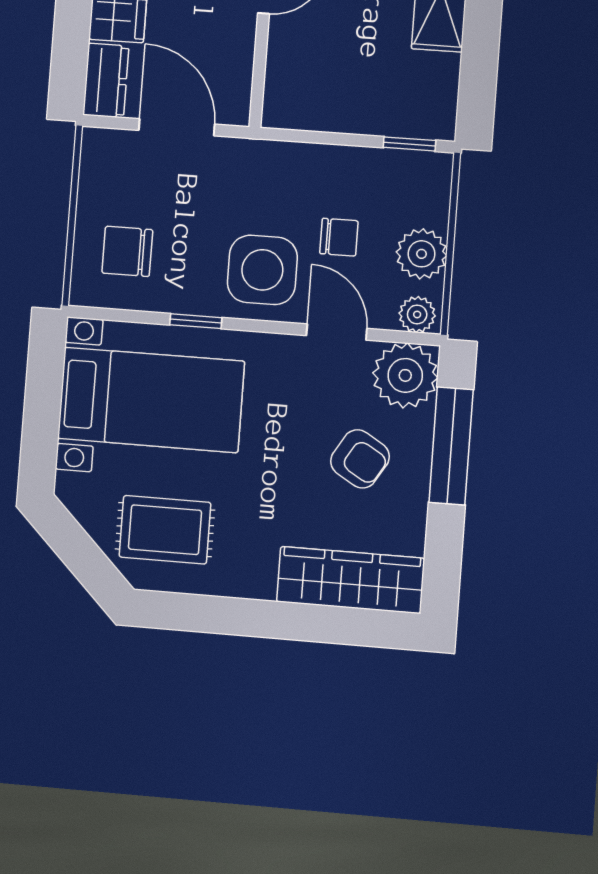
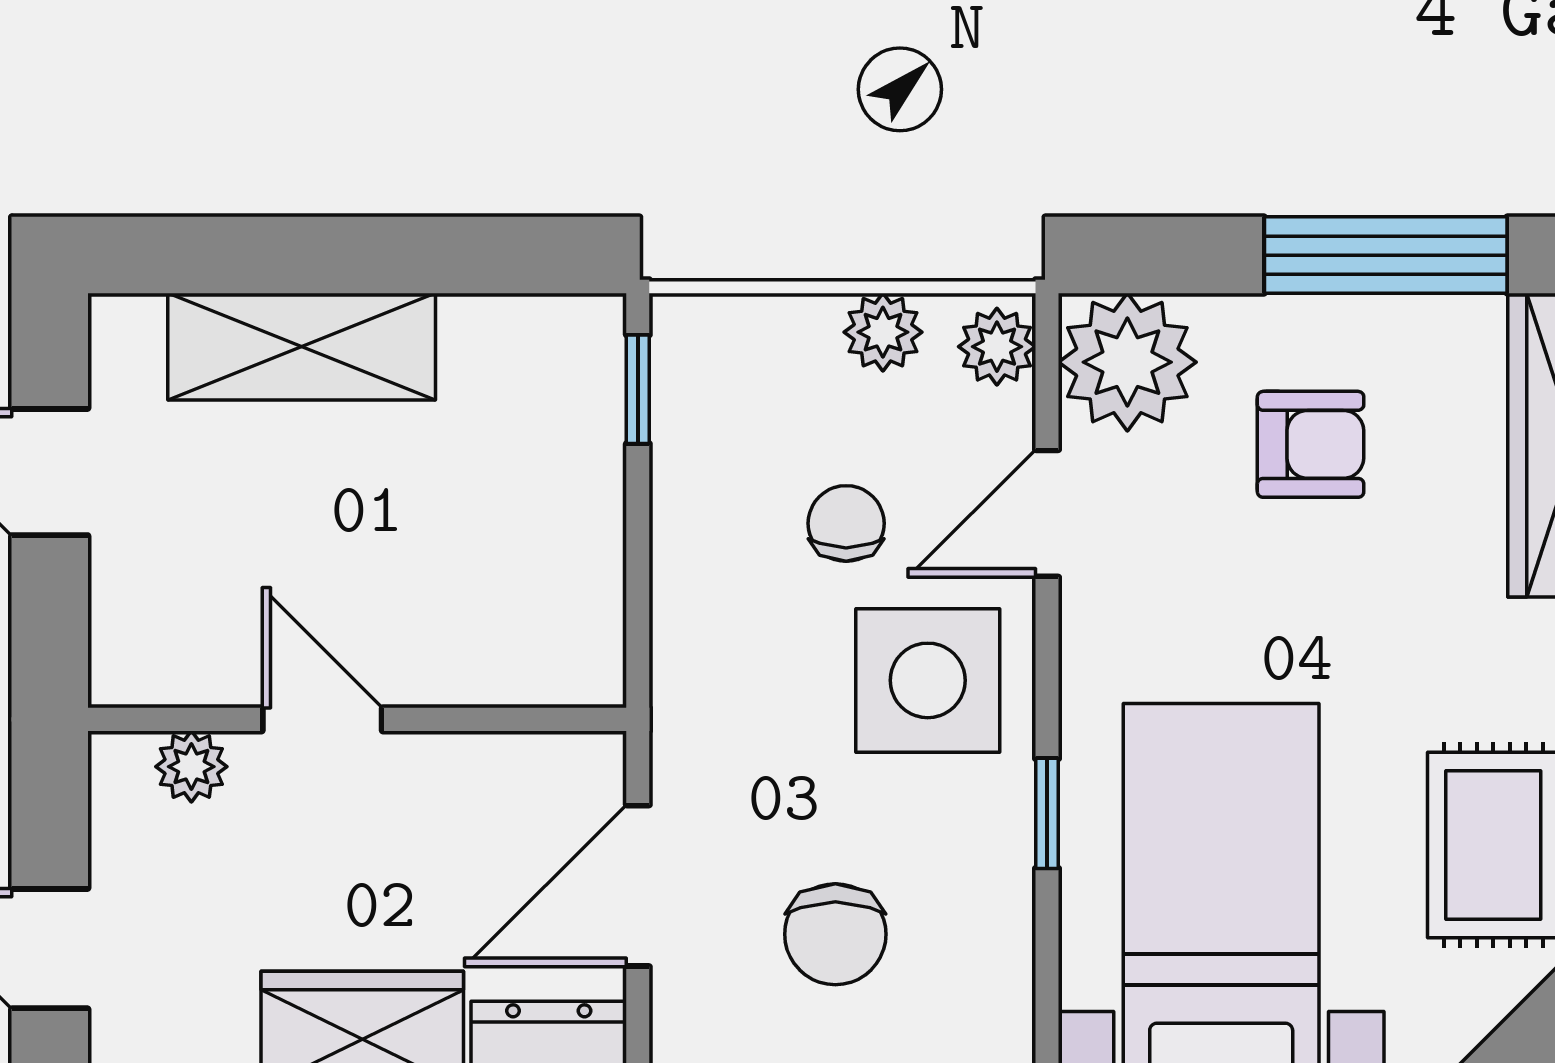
chair: (127, 251) -> (835, 934), moved
plant: (422, 254) -> (883, 332), width x0.73, depth x0.73
window: (451, 446) -> (1386, 255), moved
armchair: (360, 459) -> (1311, 444), turned 59

